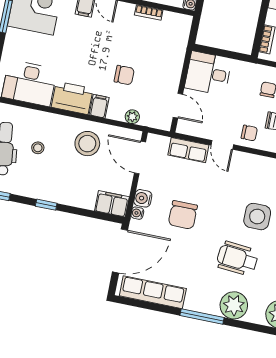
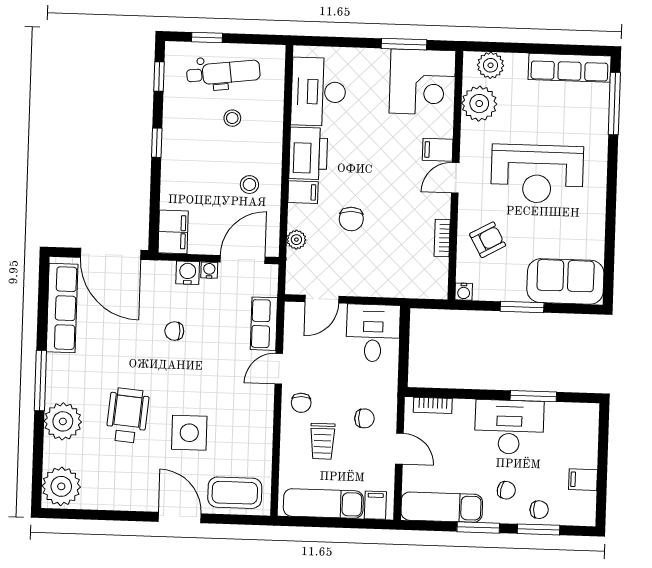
stool: (87, 144) -> (249, 185), width x0.53, depth x0.53
water cooler: (137, 213) -> (209, 270), moved
chair: (183, 215) -> (174, 331), width x0.54, depth x0.54

